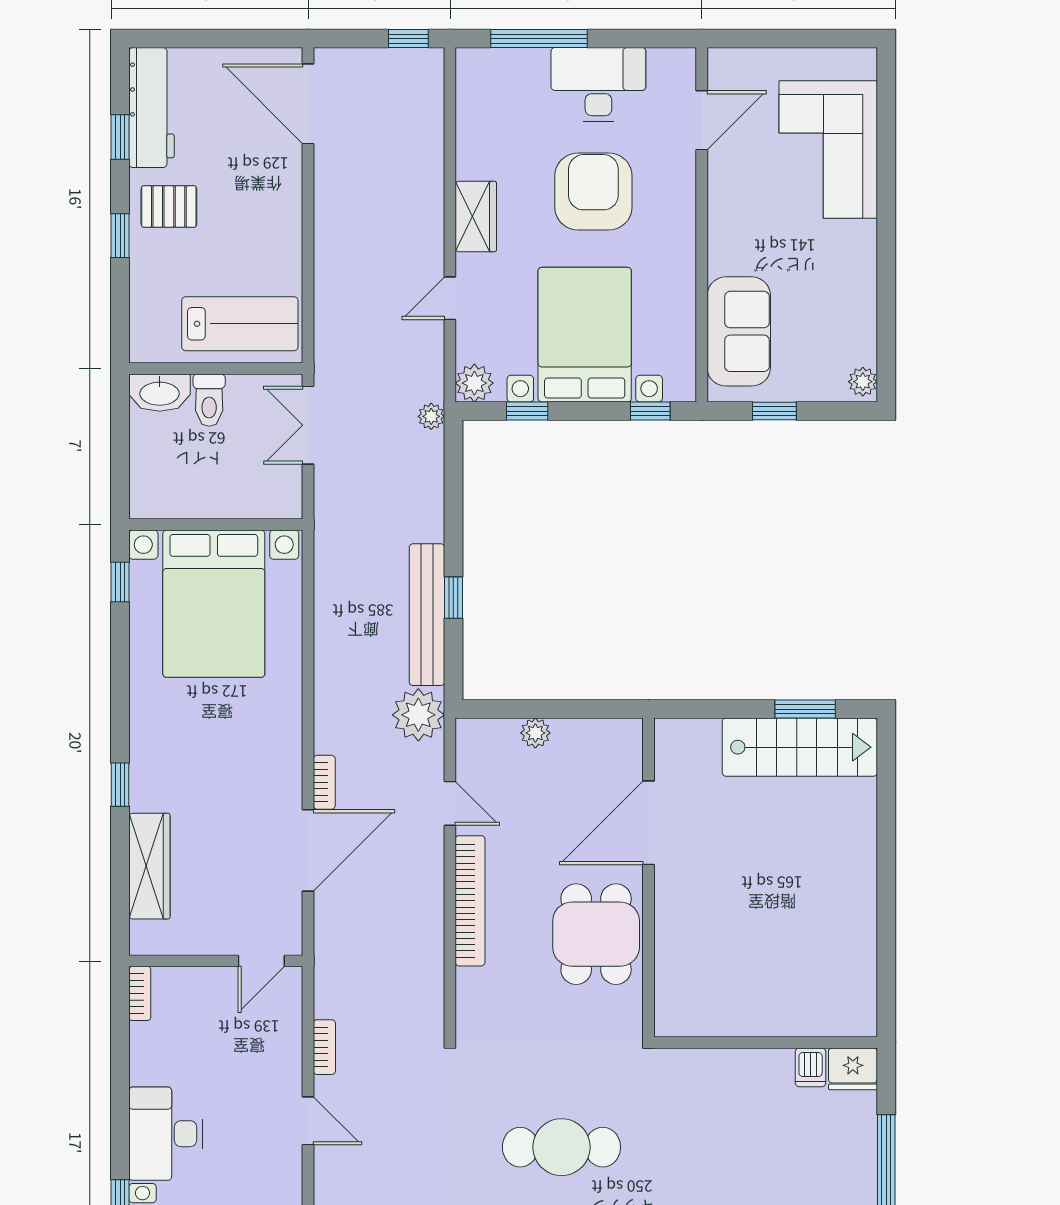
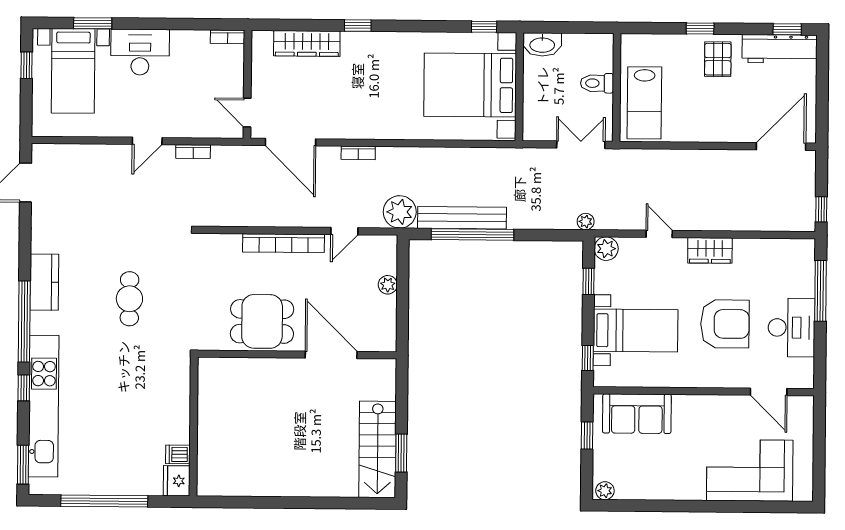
window: (120, 137) -> (787, 29), moved
bed with nightstands: (585, 335) -> (636, 330), width x0.73
washbasin: (160, 393) -> (542, 44), moved, turned -90
window: (453, 598) -> (473, 234), width x3.17
door: (308, 850) -> (291, 142), moved
cafe table: (561, 1147) -> (129, 299), width x0.73, depth x0.74

